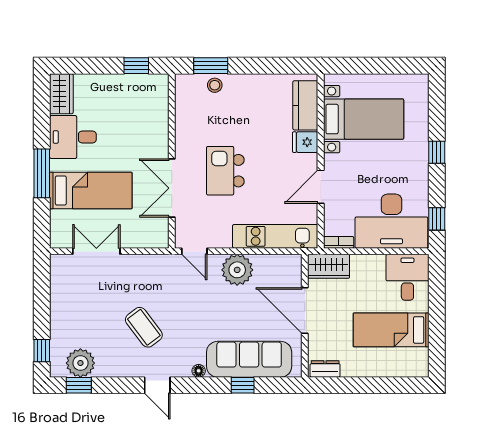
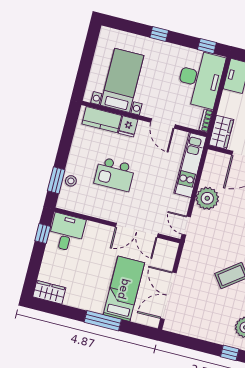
desk: (73, 137) -> (67, 233), moved, turned 180
kitchen island: (225, 171) -> (114, 174), moved
double door: (96, 251) -> (168, 296), width x1.37
door: (194, 251) -> (186, 226), swing flipped

